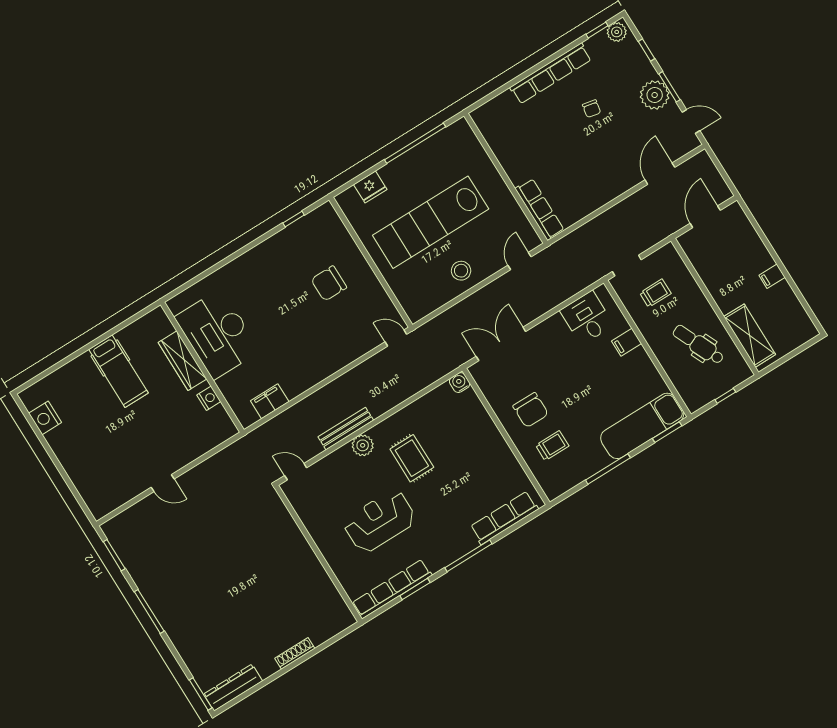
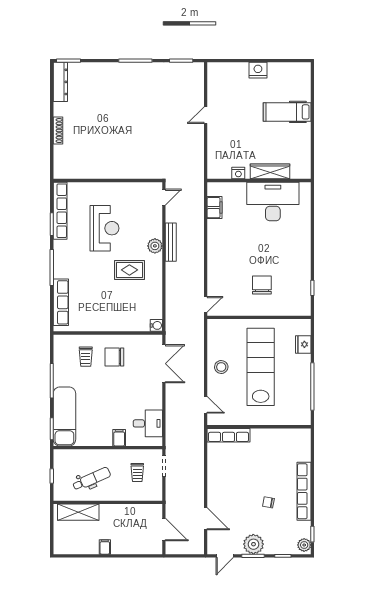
hospital bed: (119, 371) -> (287, 112), moved
nightstand: (45, 418) -> (258, 70), moved

